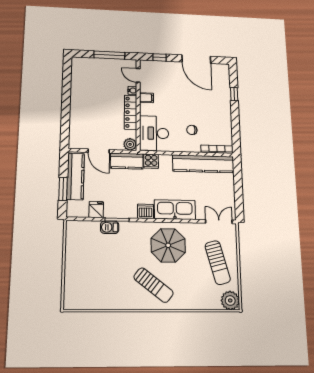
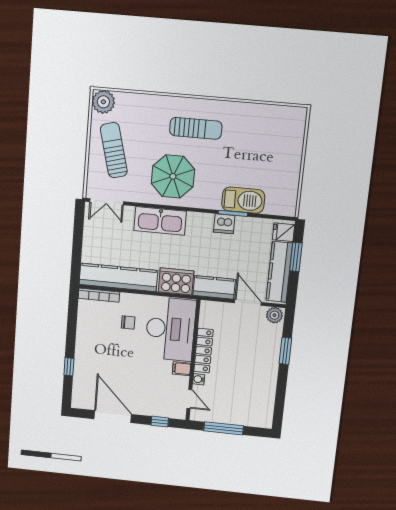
window: (66, 116) -> (285, 351), added
desk: (154, 133) -> (170, 329), width x1.36, depth x1.30
plant: (130, 144) -> (274, 315), moved
cooker: (151, 161) -> (176, 281), width x1.87, depth x1.31
fridge: (96, 210) -> (283, 232), moved, turned 90
dishwasher: (146, 211) -> (224, 224), moved
barbecue: (110, 227) -> (243, 200), width x1.88, depth x1.53
sun lounger: (154, 285) -> (196, 128), turned 142

